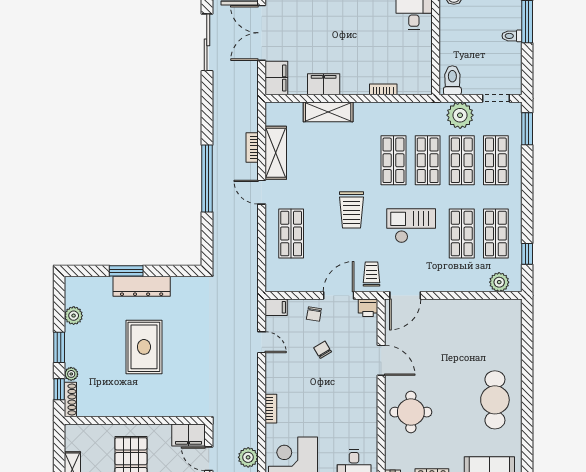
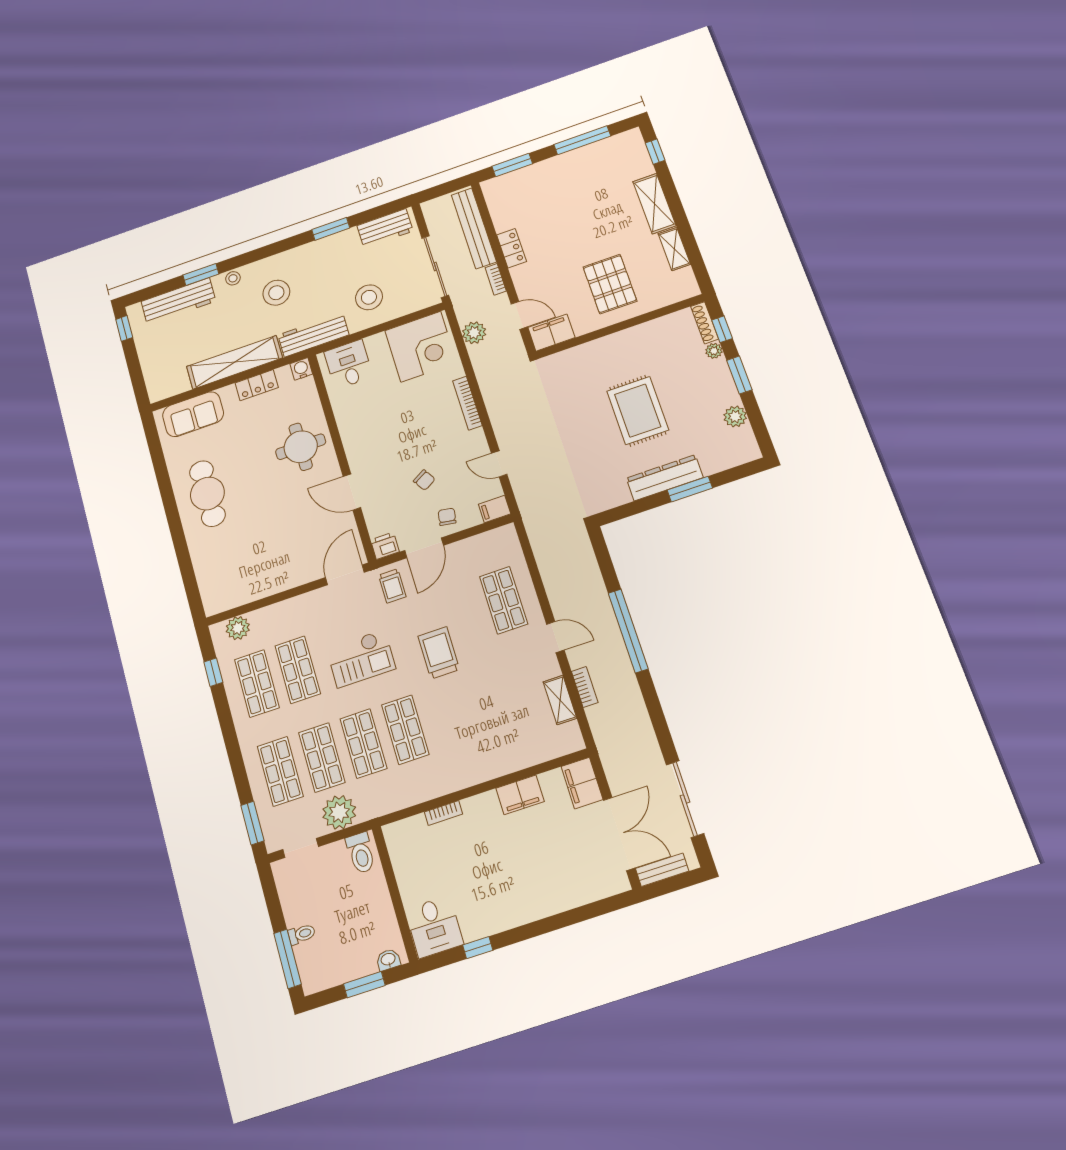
shelving: (328, 112) -> (504, 762), removed
shelving: (276, 153) -> (560, 700), width x0.67, depth x0.75
bookcase: (271, 409) -> (467, 403), width x1.56

